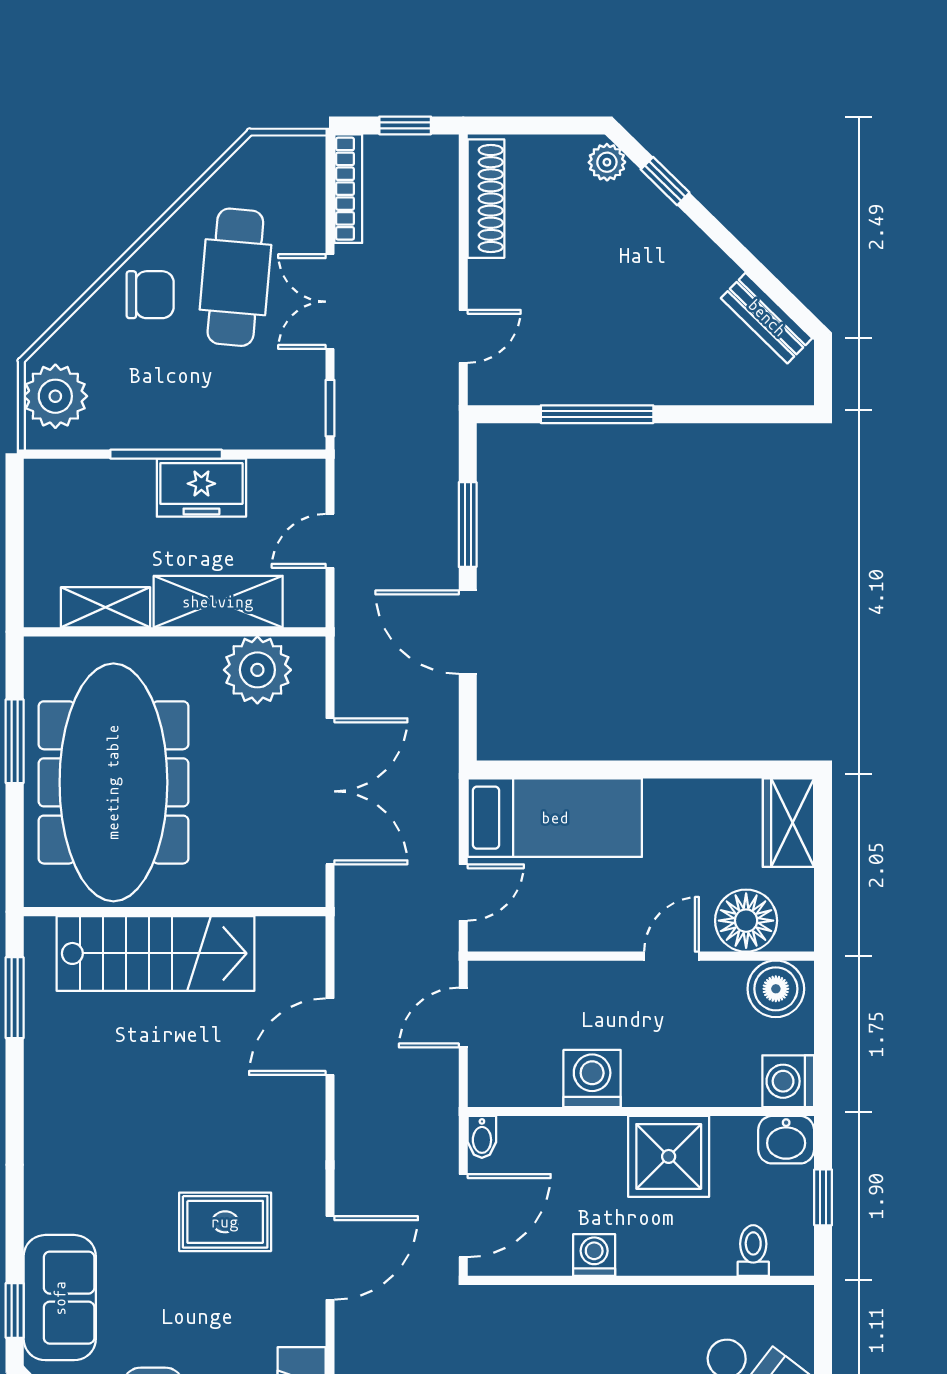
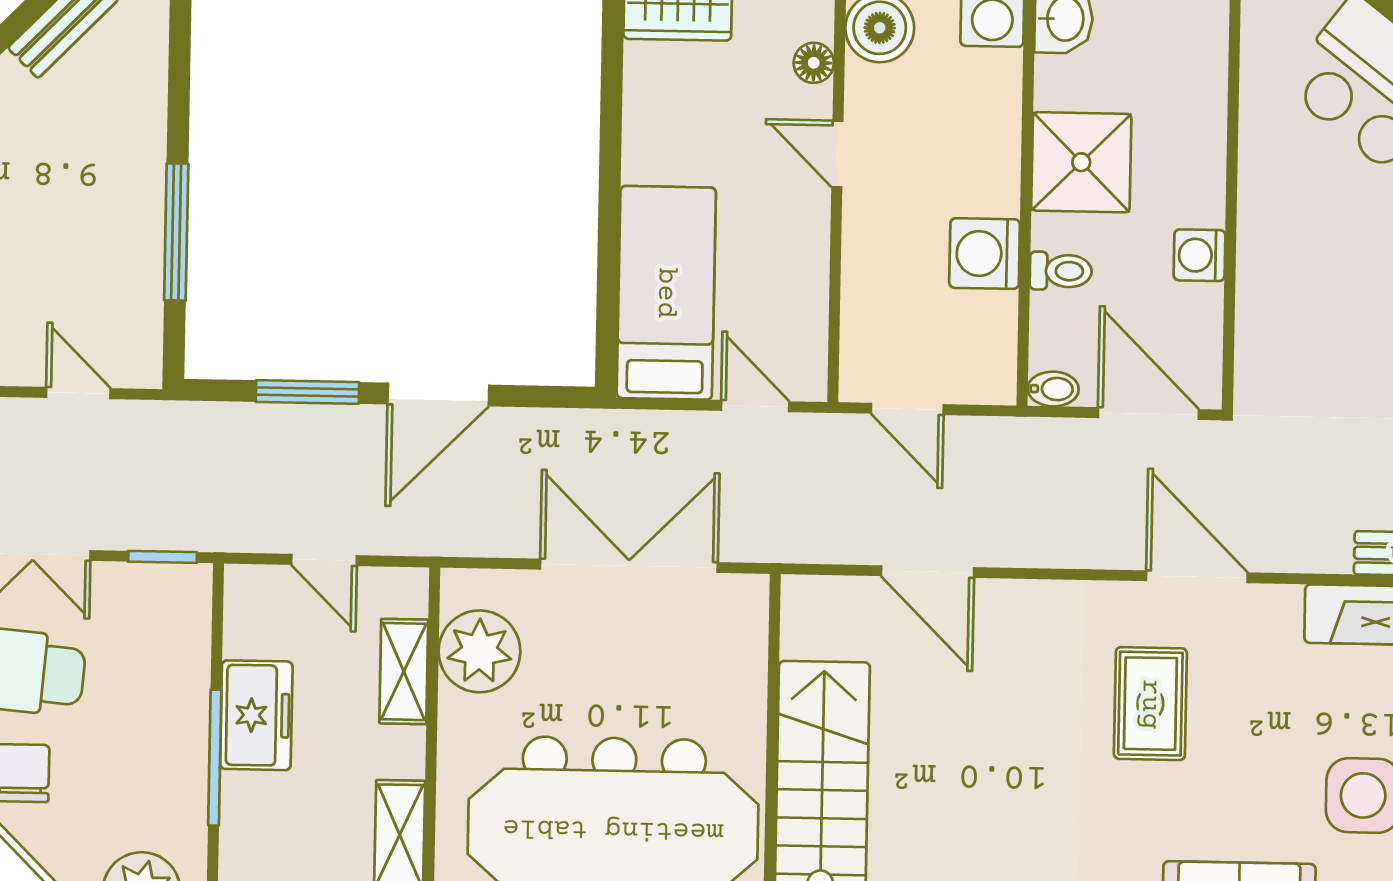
shelving: (218, 602) -> (404, 671), width x0.67, depth x0.75
floor lamp: (746, 921) -> (814, 63), width x0.53, depth x0.53
toilet: (753, 1251) -> (1061, 271), moved, turned 180

